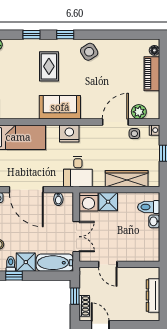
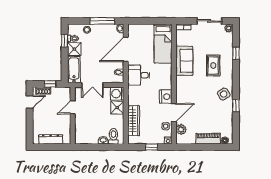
window: (65, 35) -> (236, 106), moved
rug: (49, 66) -> (213, 66), turned 90
sofa: (60, 107) -> (184, 61), moved
door: (115, 122) -> (174, 113), hinge flipped
nightstand: (69, 133) -> (166, 97), moved
desk: (78, 171) -> (139, 75), moved

